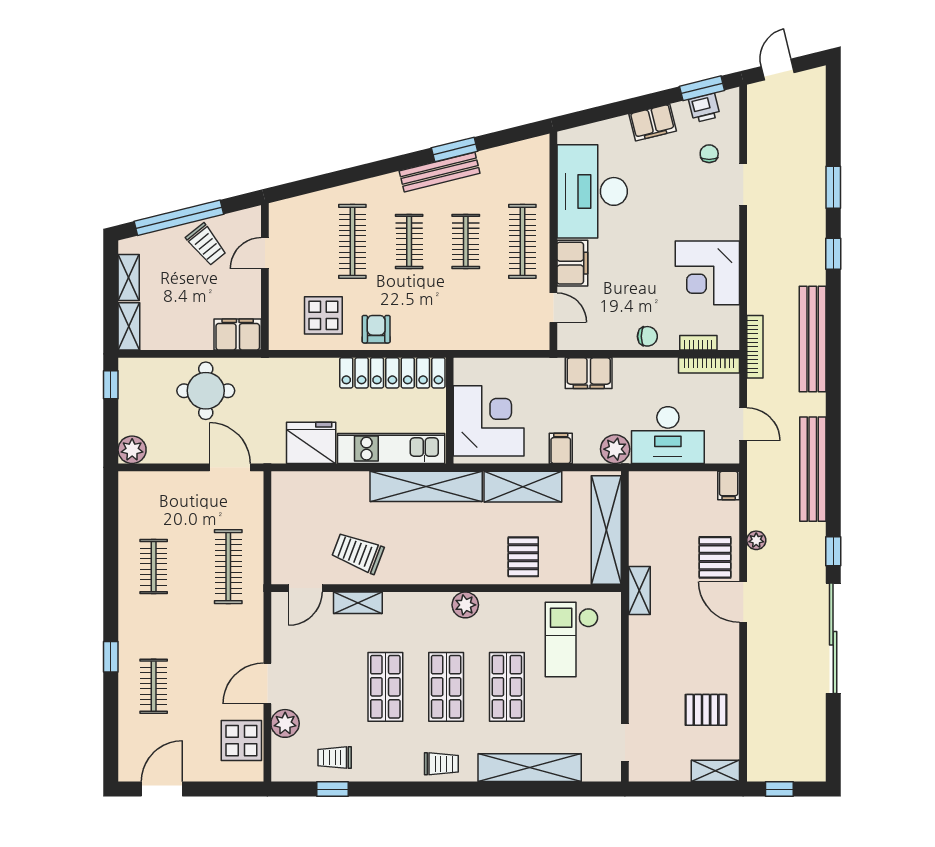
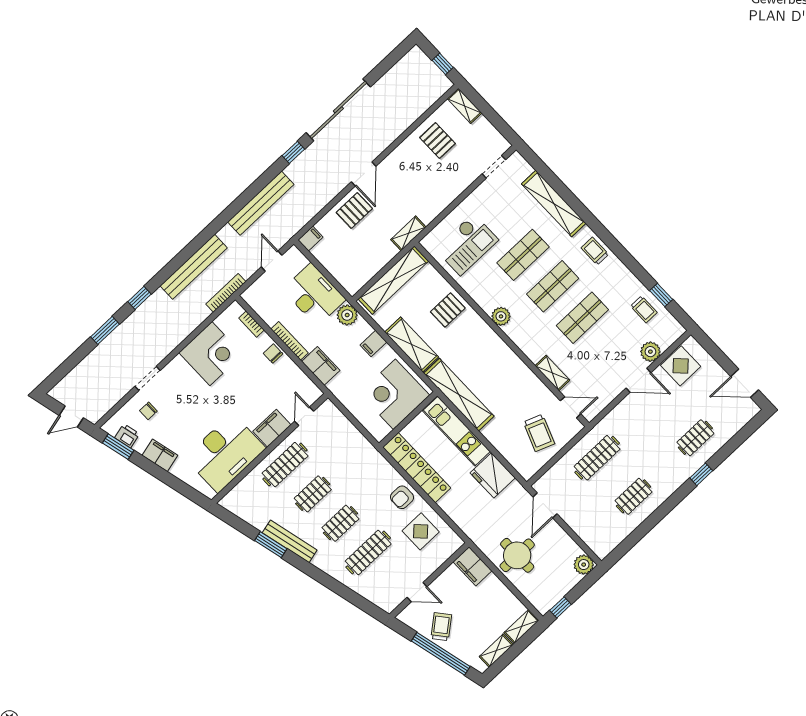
bookcase: (709, 365) -> (290, 341), moved
plant: (756, 540) -> (325, 198), removed
trolley: (358, 553) -> (539, 433), moved

